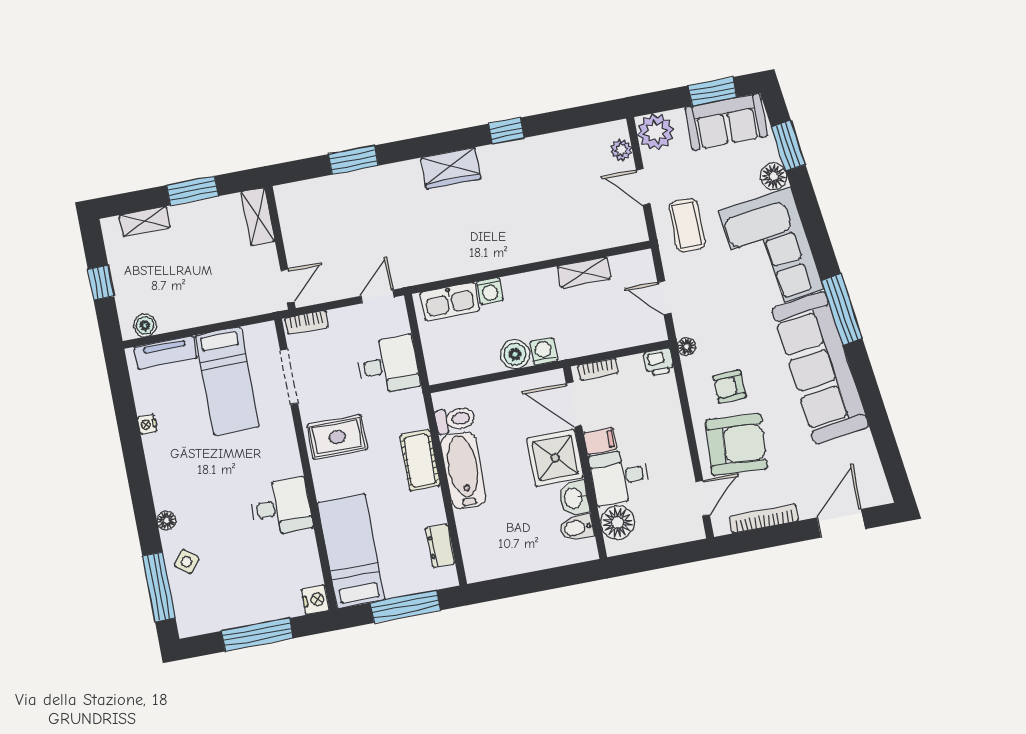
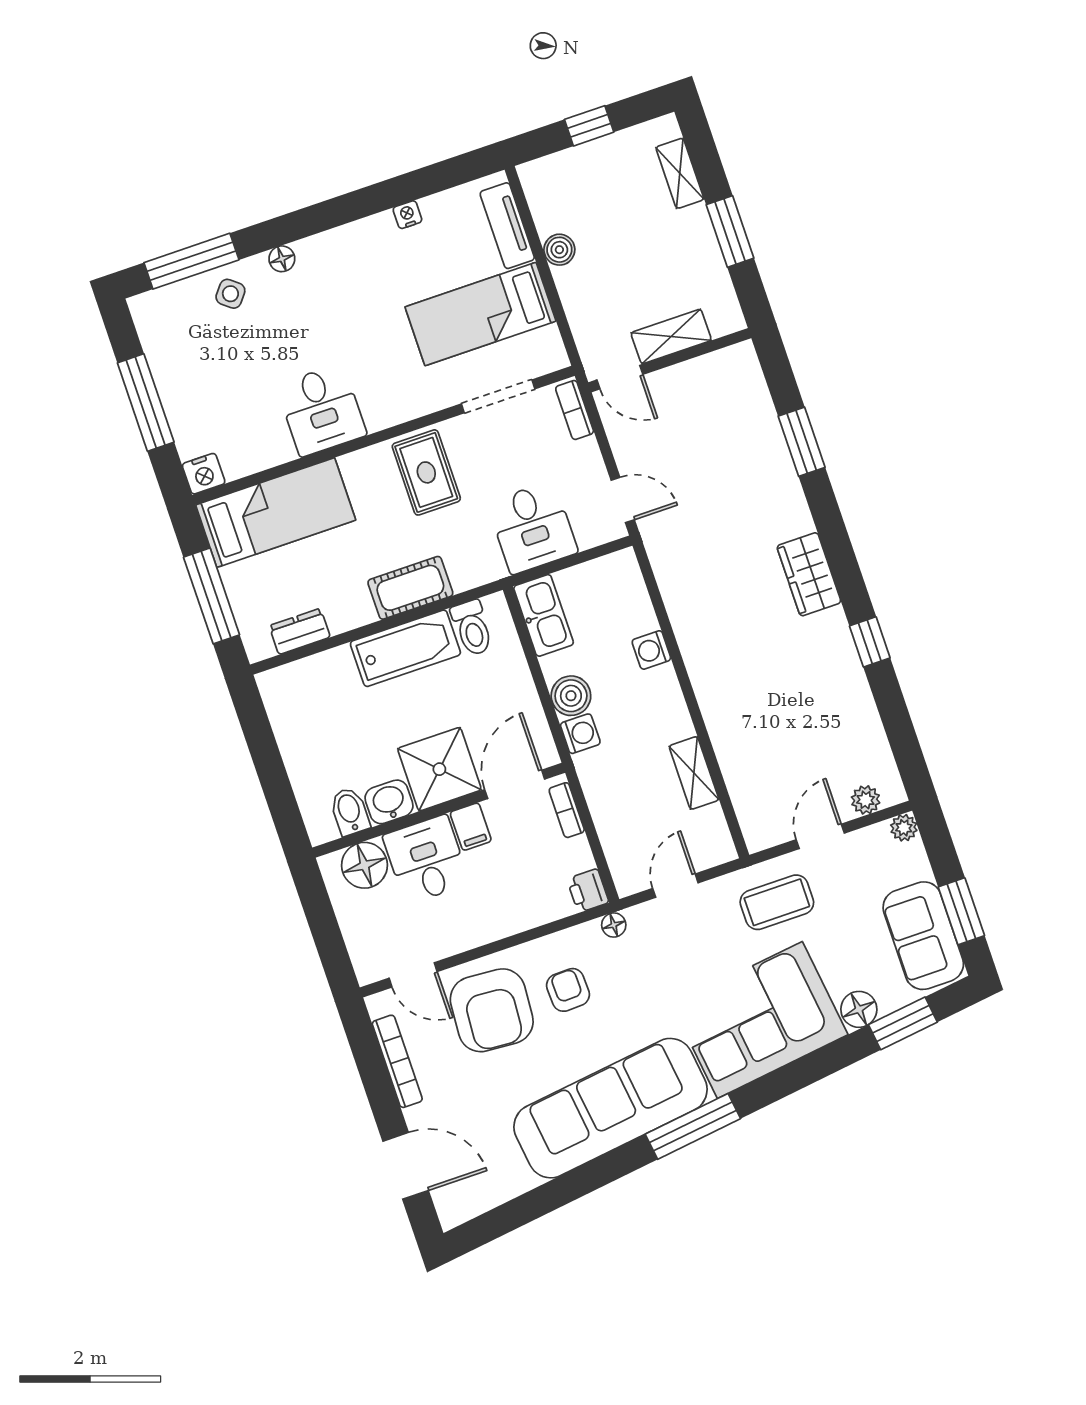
plant: (656, 132) -> (904, 828), width x0.53, depth x0.53
shelving: (258, 217) -> (671, 336), moved
kitchen sink: (450, 301) -> (544, 615), moved, turned 180
boiler: (145, 325) -> (559, 250), moved

